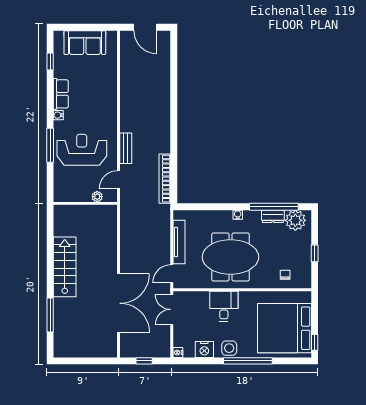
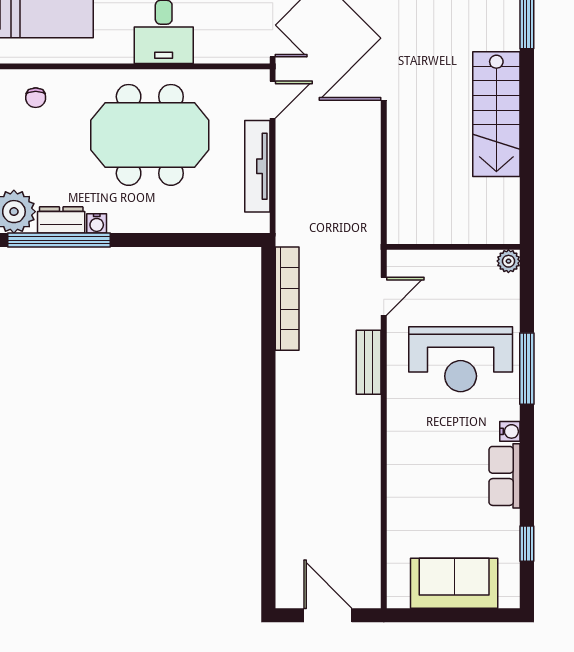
plant: (97, 197) -> (508, 261), moved
water cooler: (238, 215) -> (97, 223), moved

